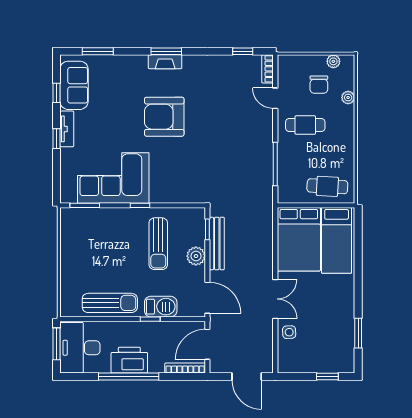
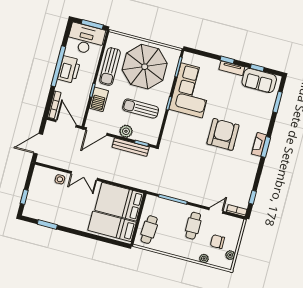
parasol: (97, 254) -> (145, 67), added

